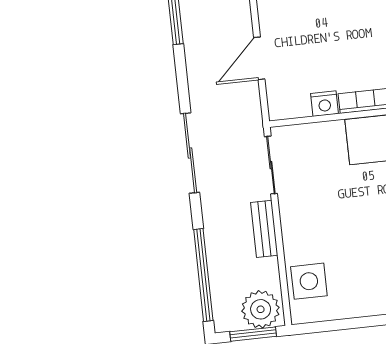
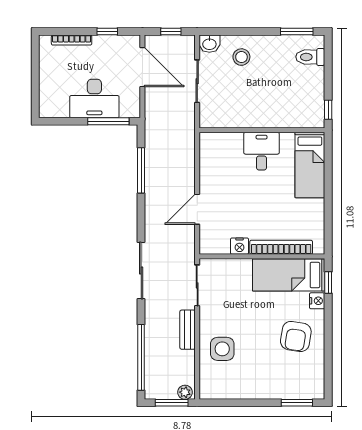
side table: (309, 281) -> (222, 349), moved
plant: (261, 309) -> (185, 392), width x0.53, depth x0.53

